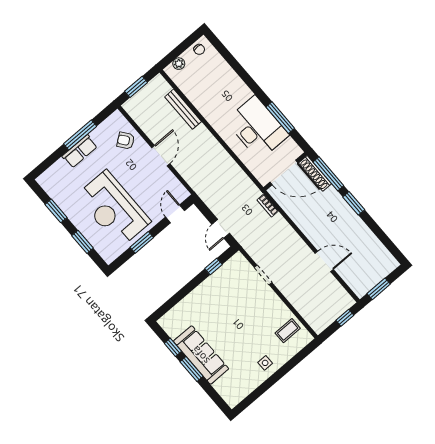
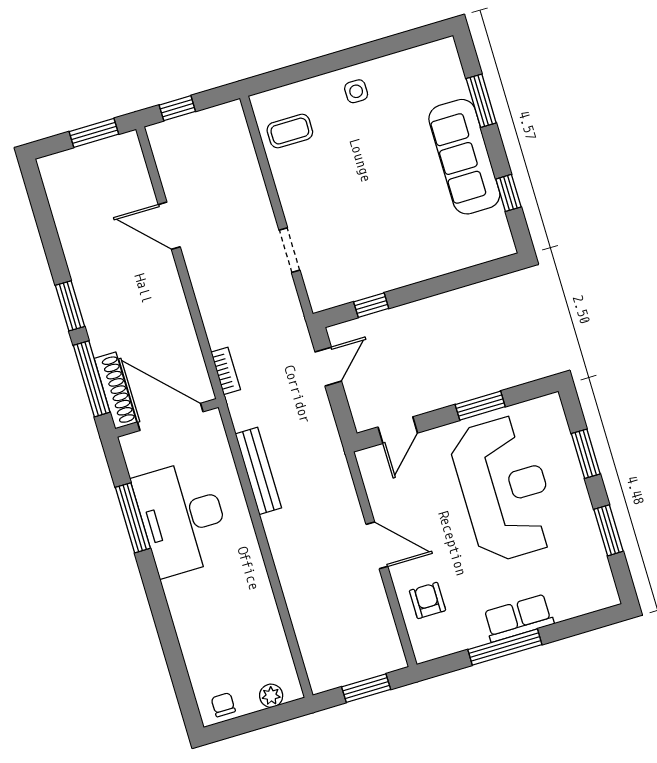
bench: (183, 109) -> (258, 471), moved
armchair: (126, 141) -> (428, 600), turned -143
door: (161, 156) -> (377, 545), swing flipped
window: (192, 369) -> (481, 101), moved

